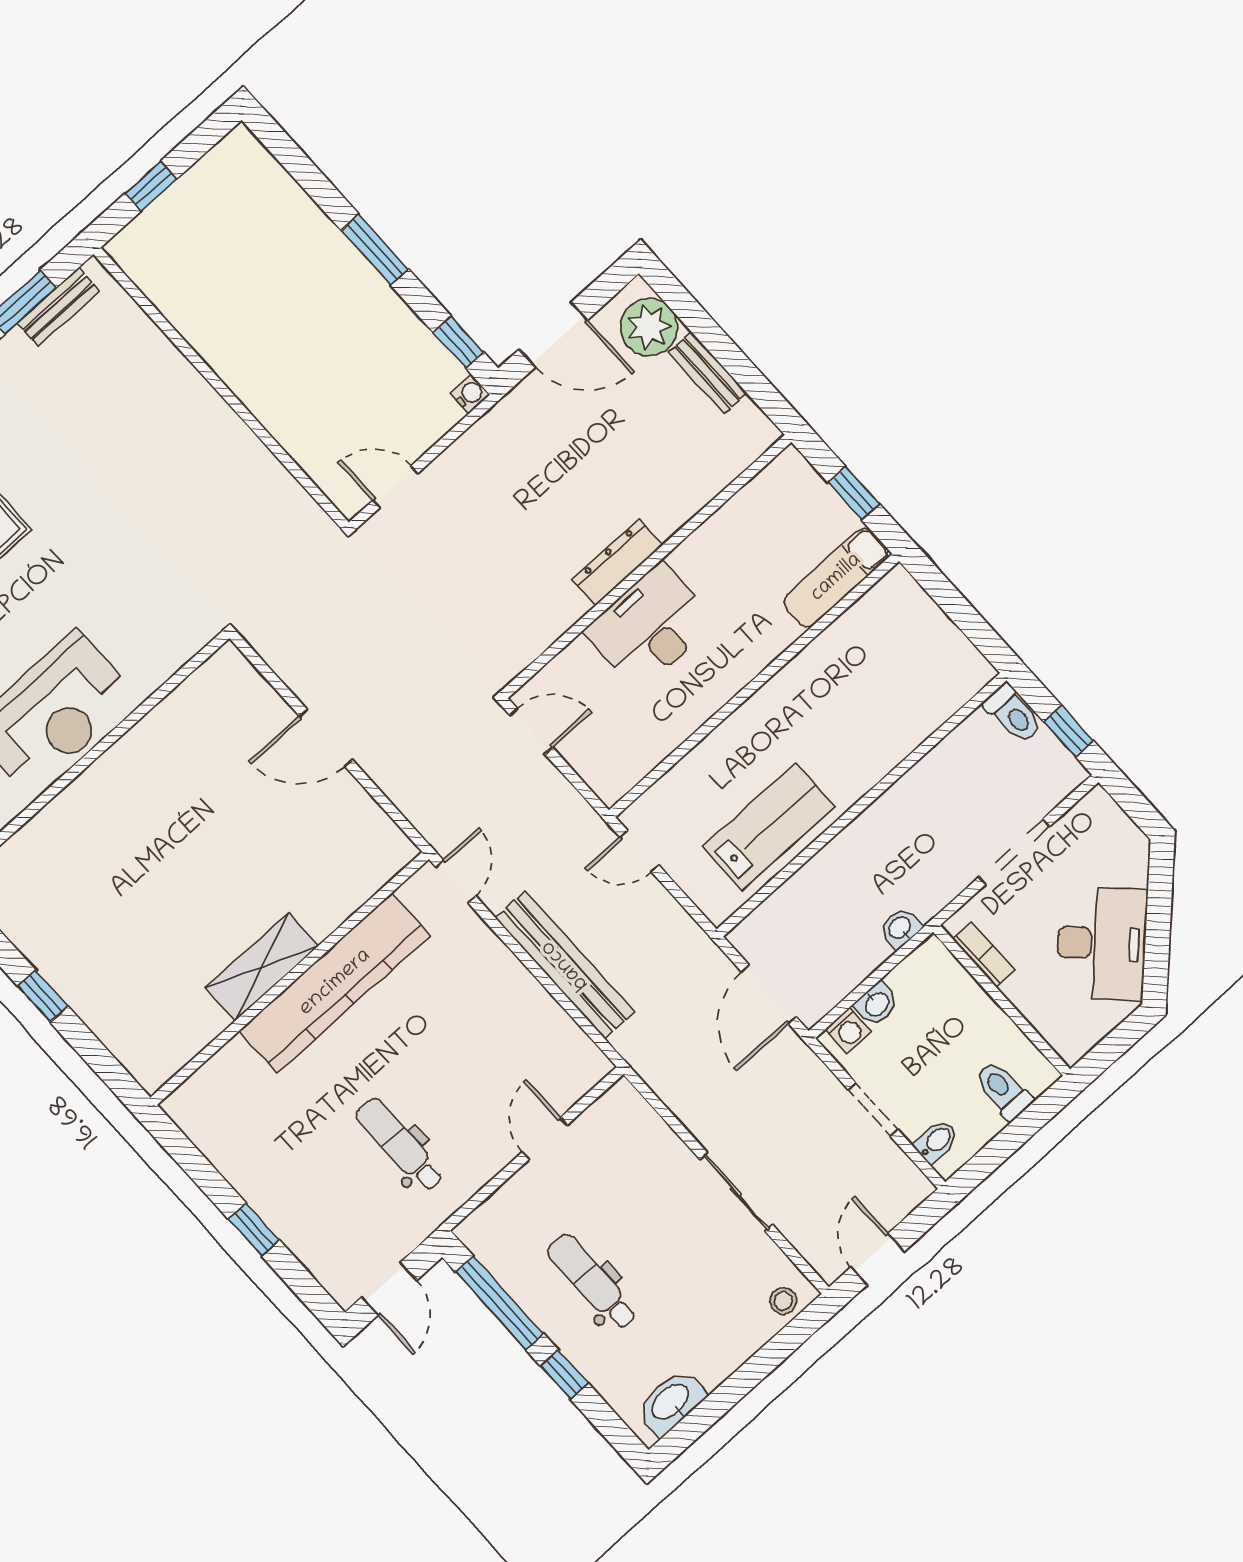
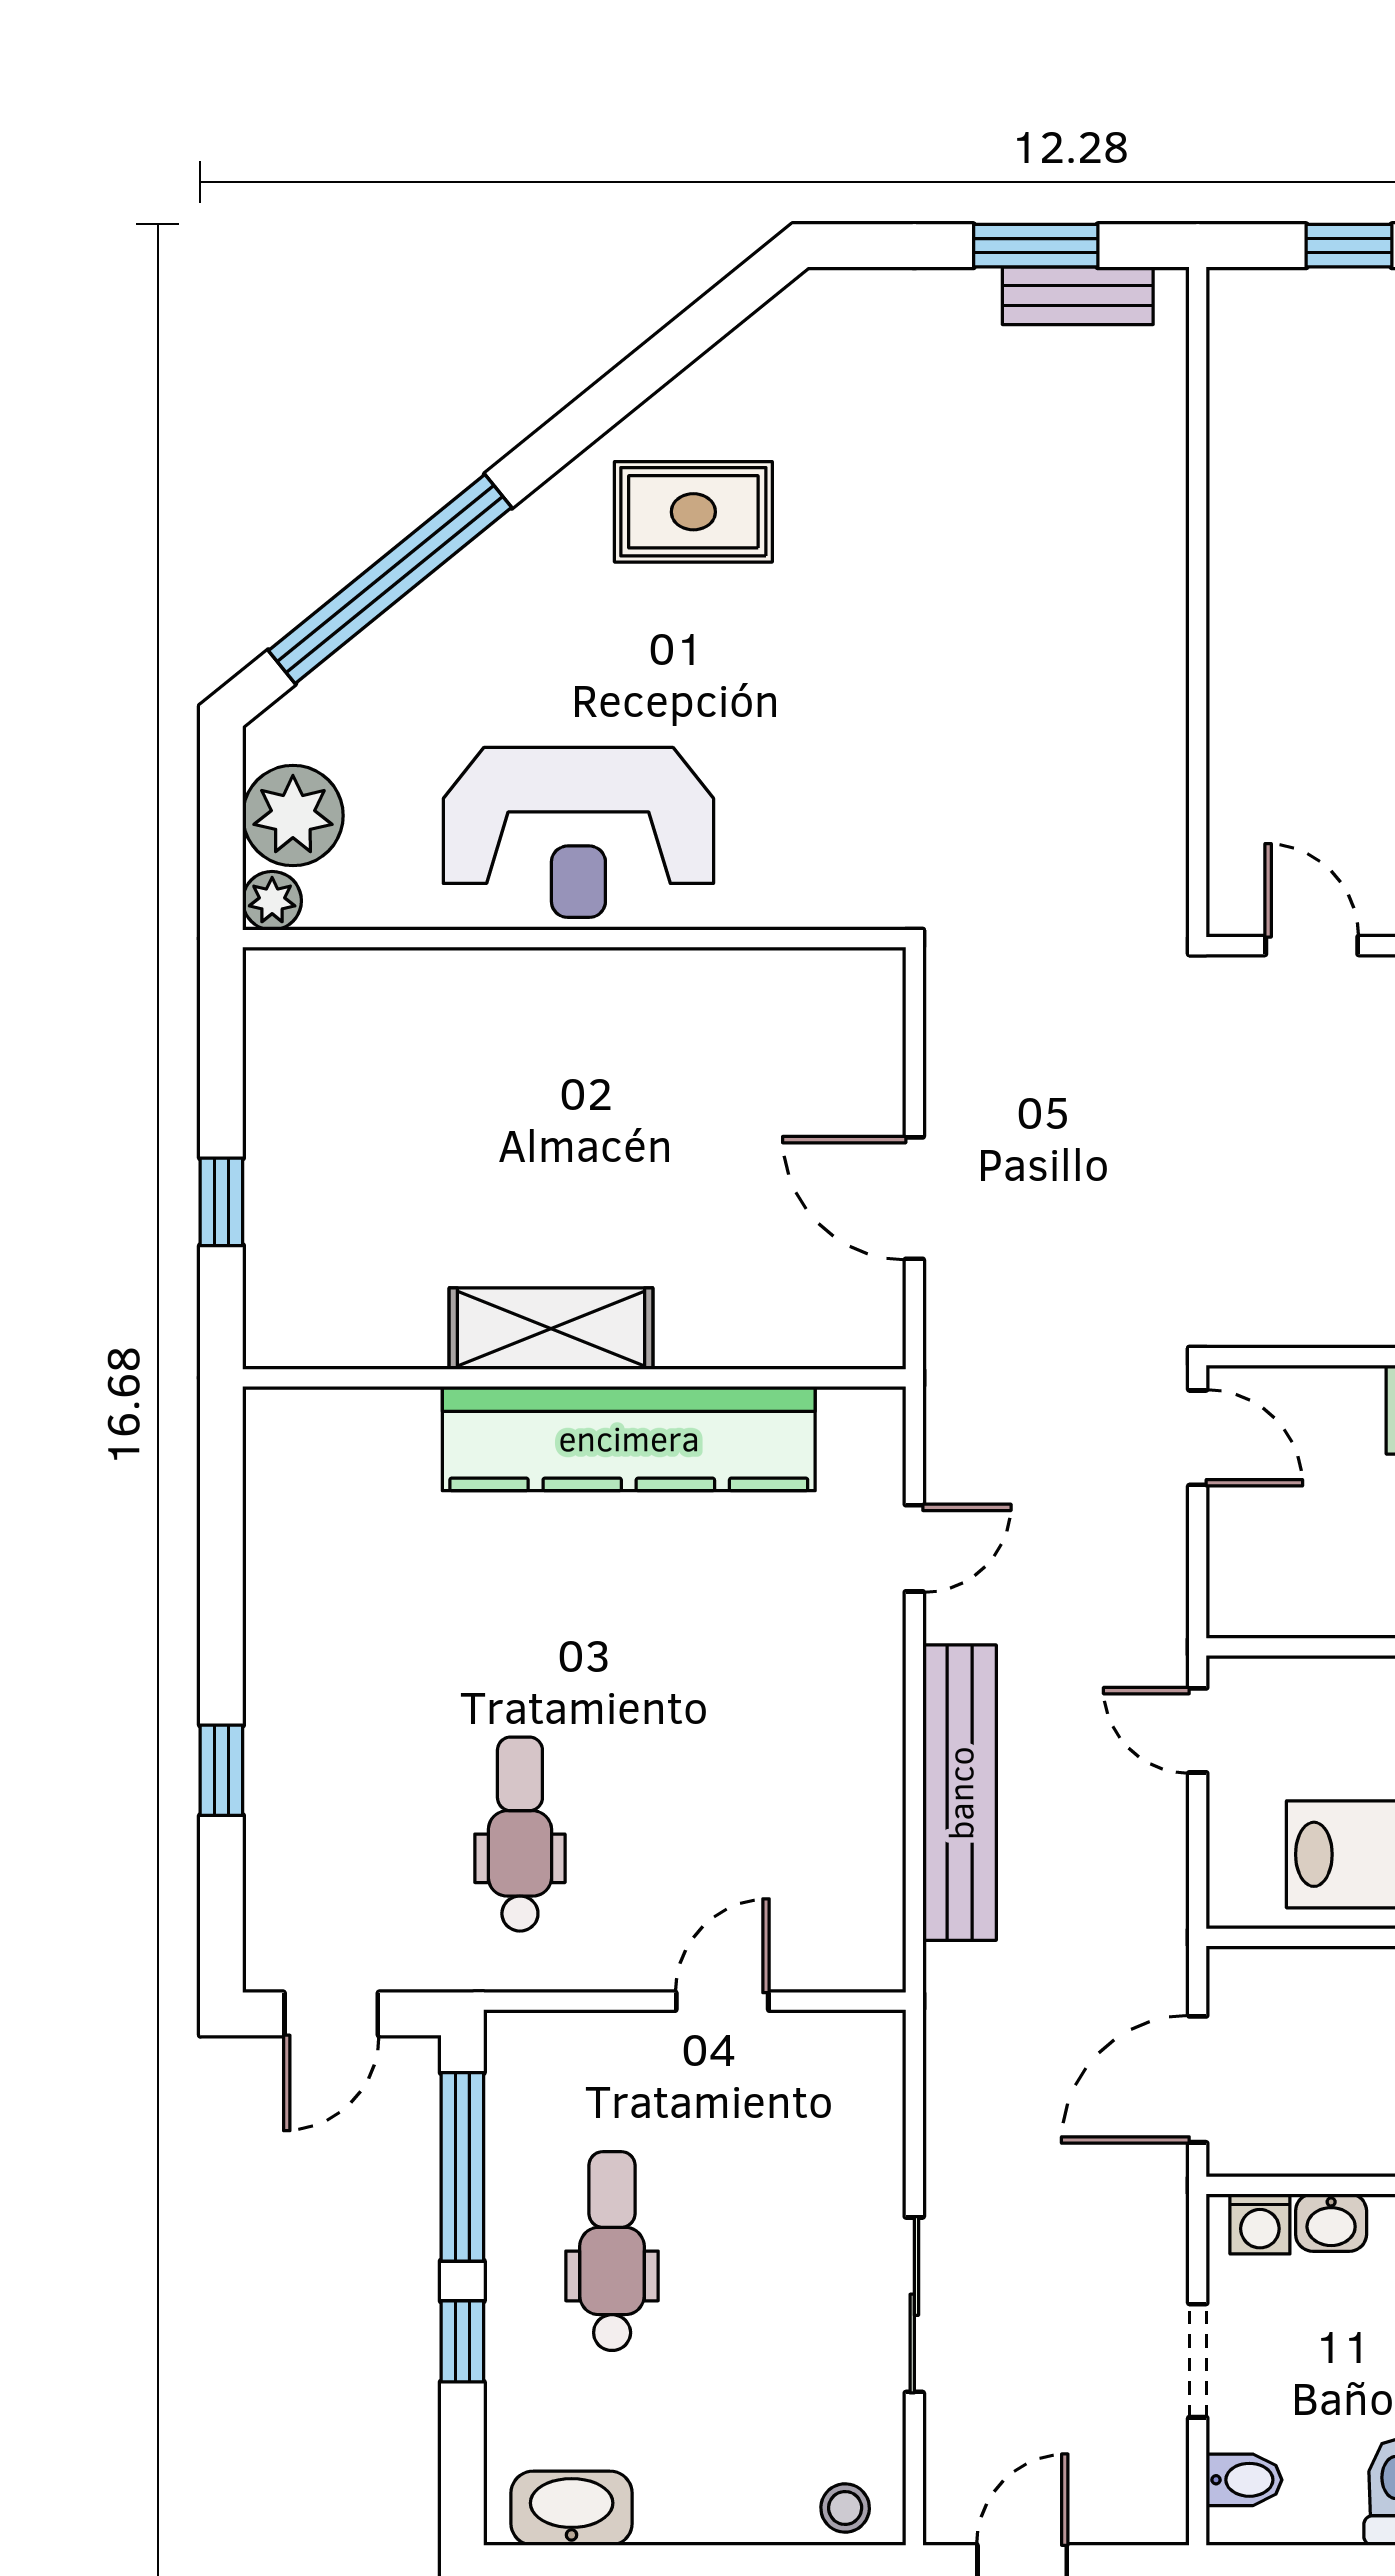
shelving: (262, 967) -> (551, 1329), moved
wall: (290, 978) -> (574, 1378), moved
kitchen counter: (335, 983) -> (629, 1438), moved

